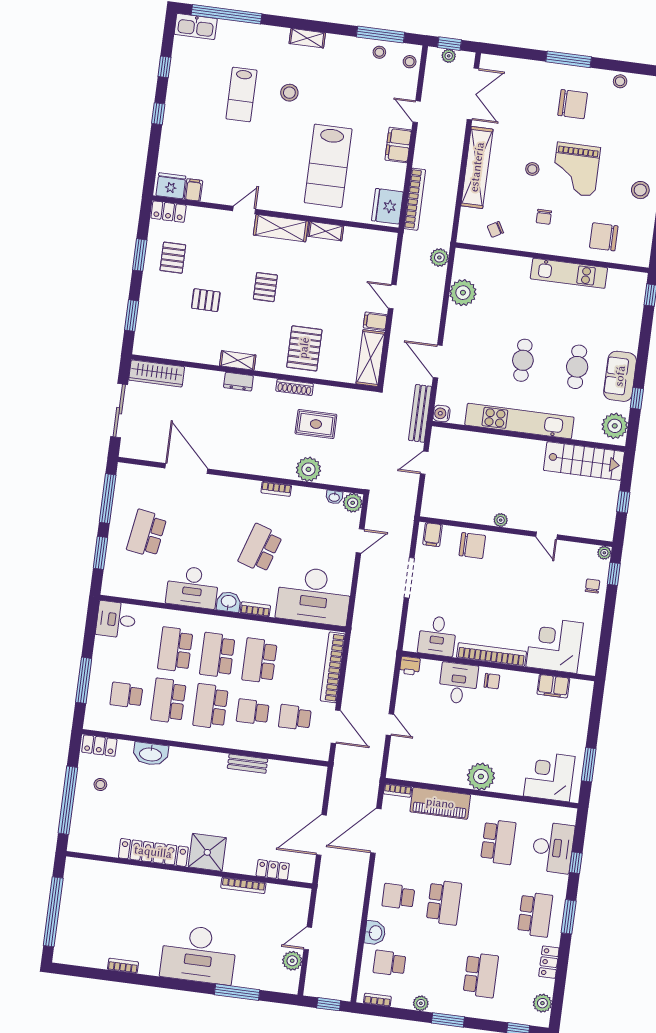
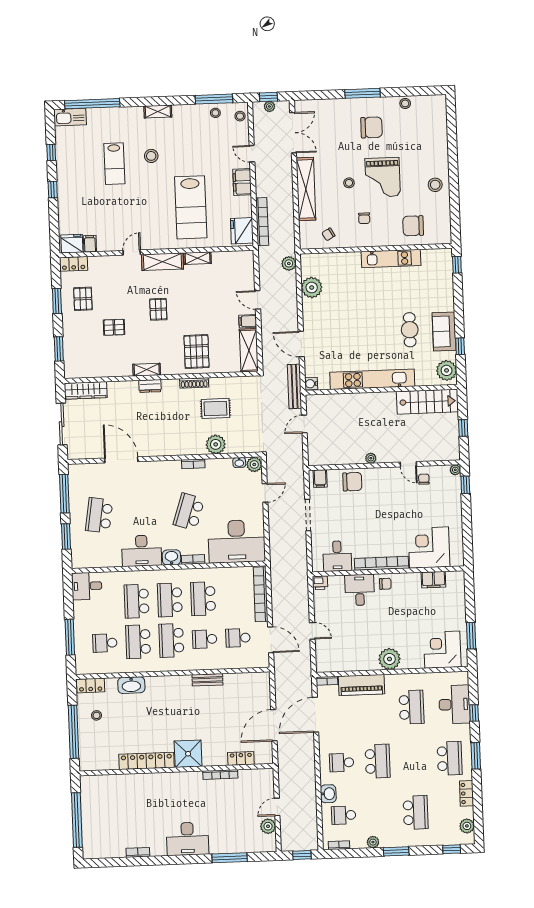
cafe table: (523, 360) -> (367, 332), removed
chair: (592, 586) -> (424, 479), moved
desk: (199, 954) -> (187, 839), width x0.73, depth x0.77

